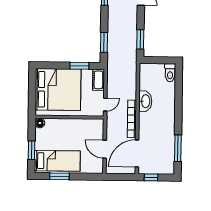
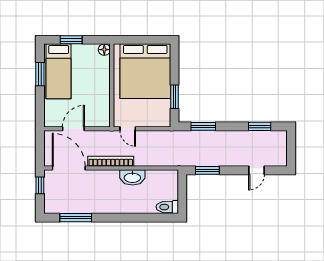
cot: (98, 80) -> (158, 120), removed

